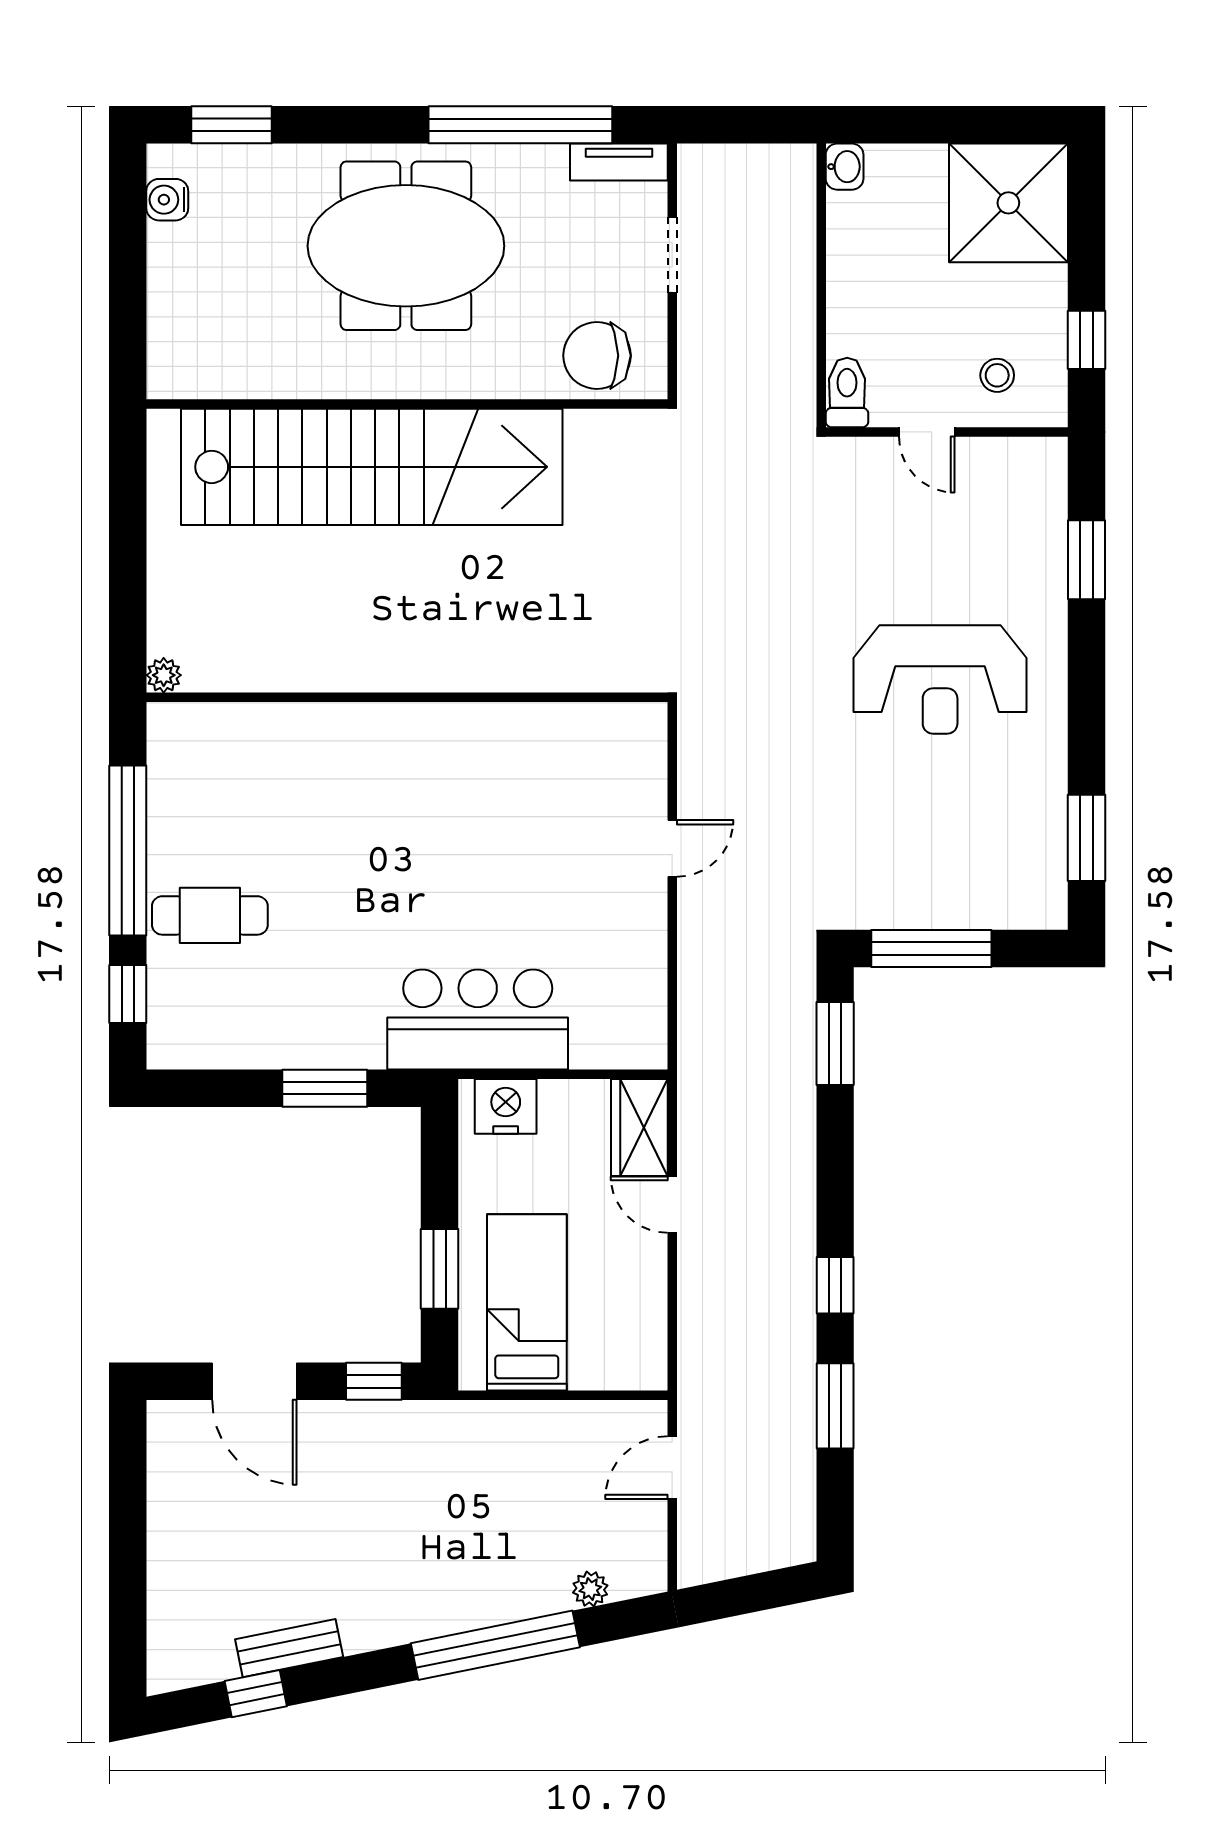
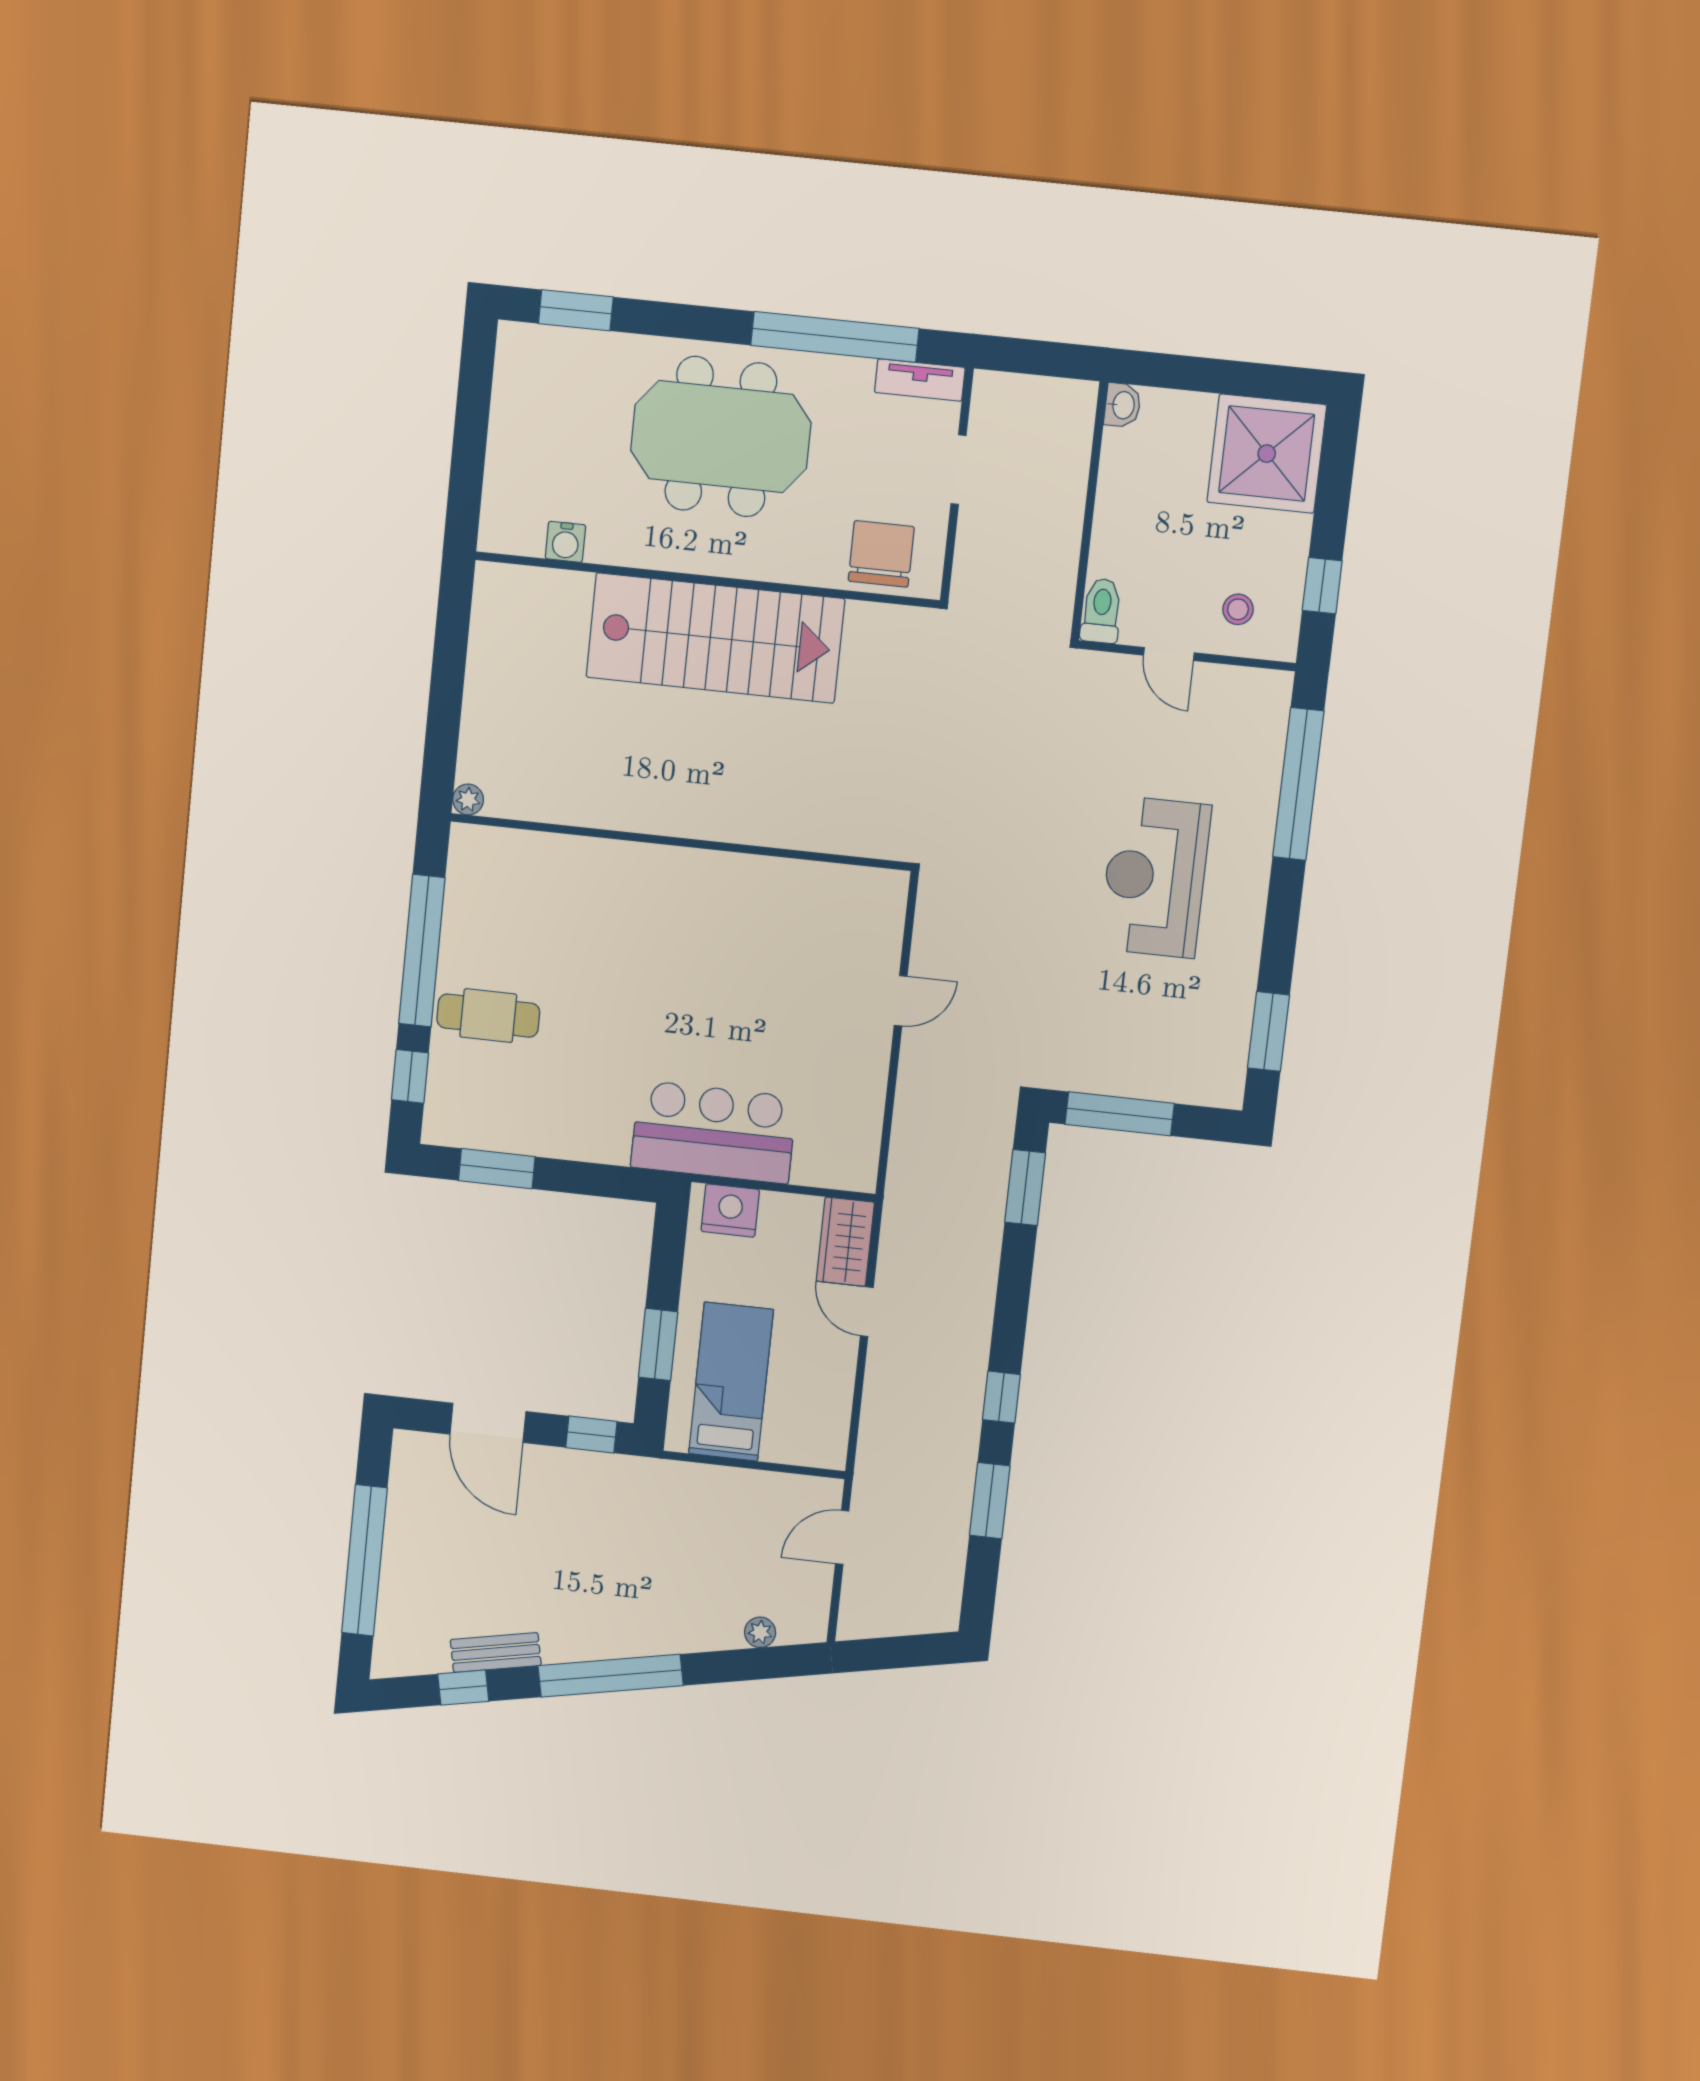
water cooler: (167, 200) -> (565, 542), moved, turned -90
chair: (597, 356) -> (881, 554), turned 90
stairs: (372, 467) -> (715, 638), width x0.73
window: (1086, 560) -> (1298, 784), width x2.11
reception desk: (940, 679) -> (1155, 877), turned 90
window: (325, 1088) -> (497, 1169), moved
window: (128, 1558) -> (364, 1560), added
window: (495, 1645) -> (611, 1676), moved

